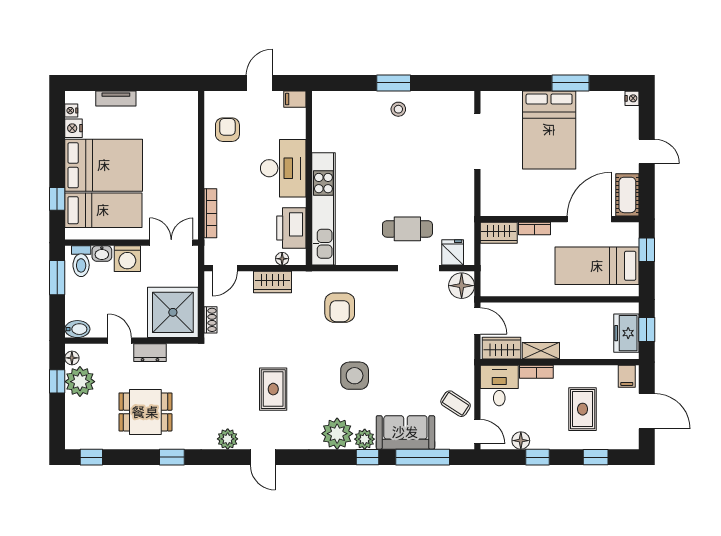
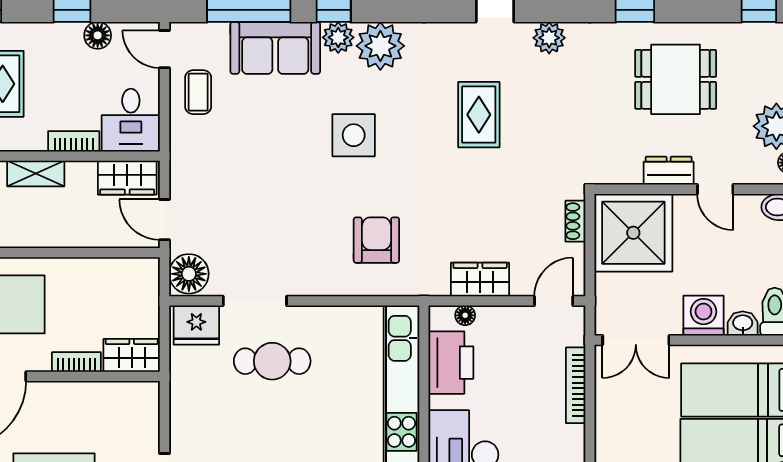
fridge: (453, 252) -> (196, 325), width x1.38
shelving: (541, 351) -> (36, 173), moved
coffee table: (456, 404) -> (198, 92), turned 57

